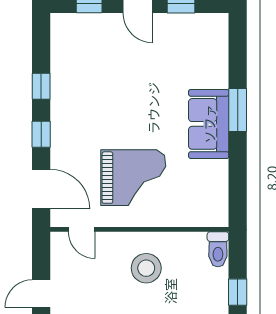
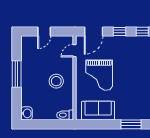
sofa: (209, 124) -> (98, 111), moved
window: (238, 292) -> (45, 124), removed
door: (41, 294) -> (44, 32), swing flipped

